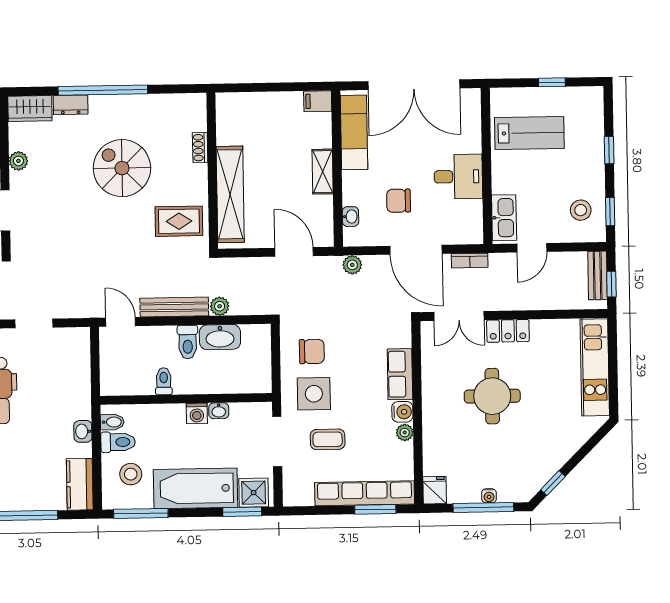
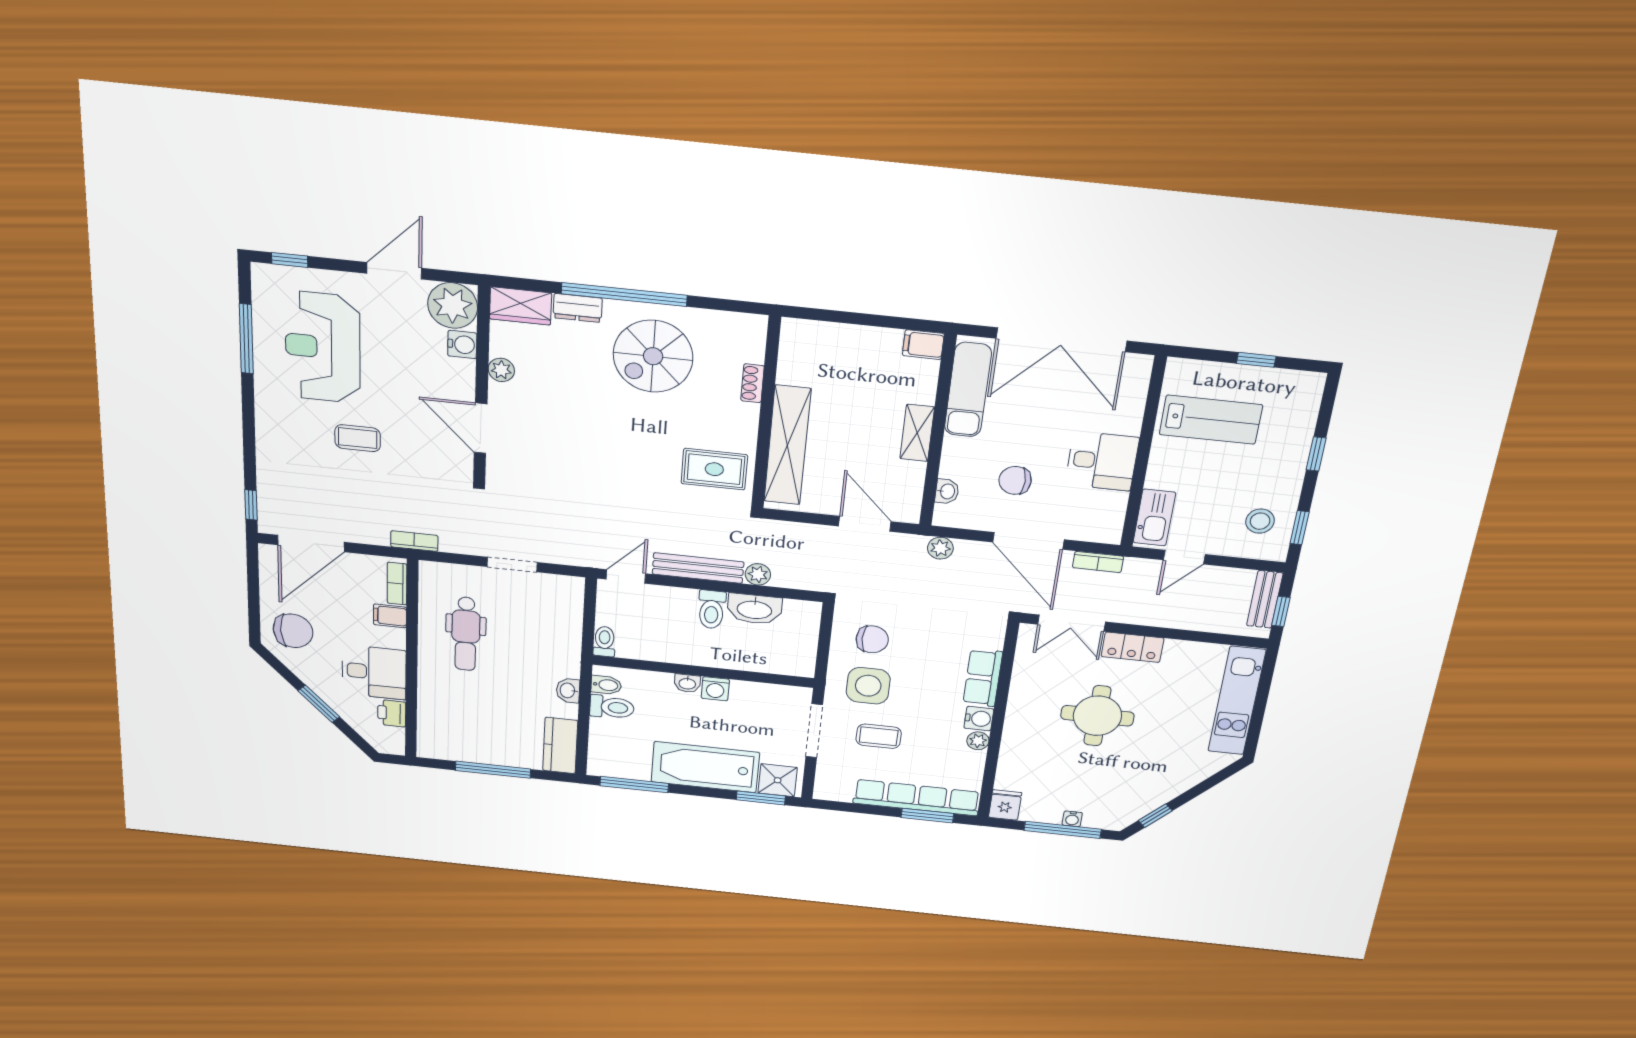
spiral stairs: (122, 168) -> (653, 356), moved, turned -90
door: (121, 322) -> (626, 576), hinge flipped
toilet: (164, 381) -> (604, 641), moved
washbasin: (219, 411) -> (687, 683), moved
stool: (131, 474) -> (625, 743), removed

